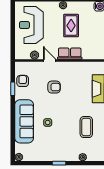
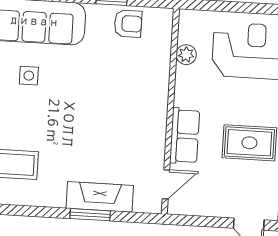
door: (50, 60) -> (166, 184), moved
armchair: (54, 87) -> (110, 95), removed

